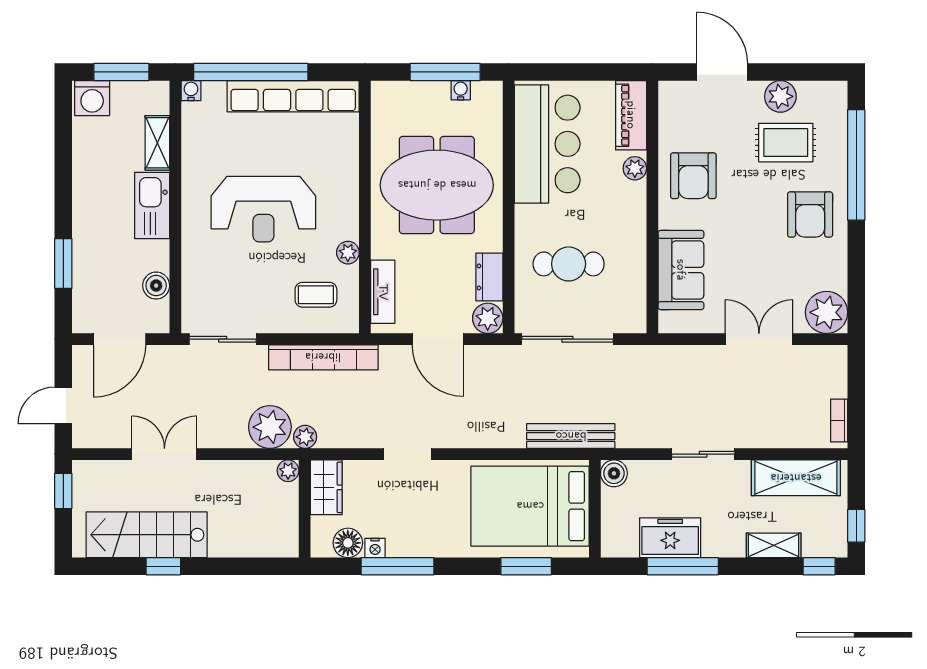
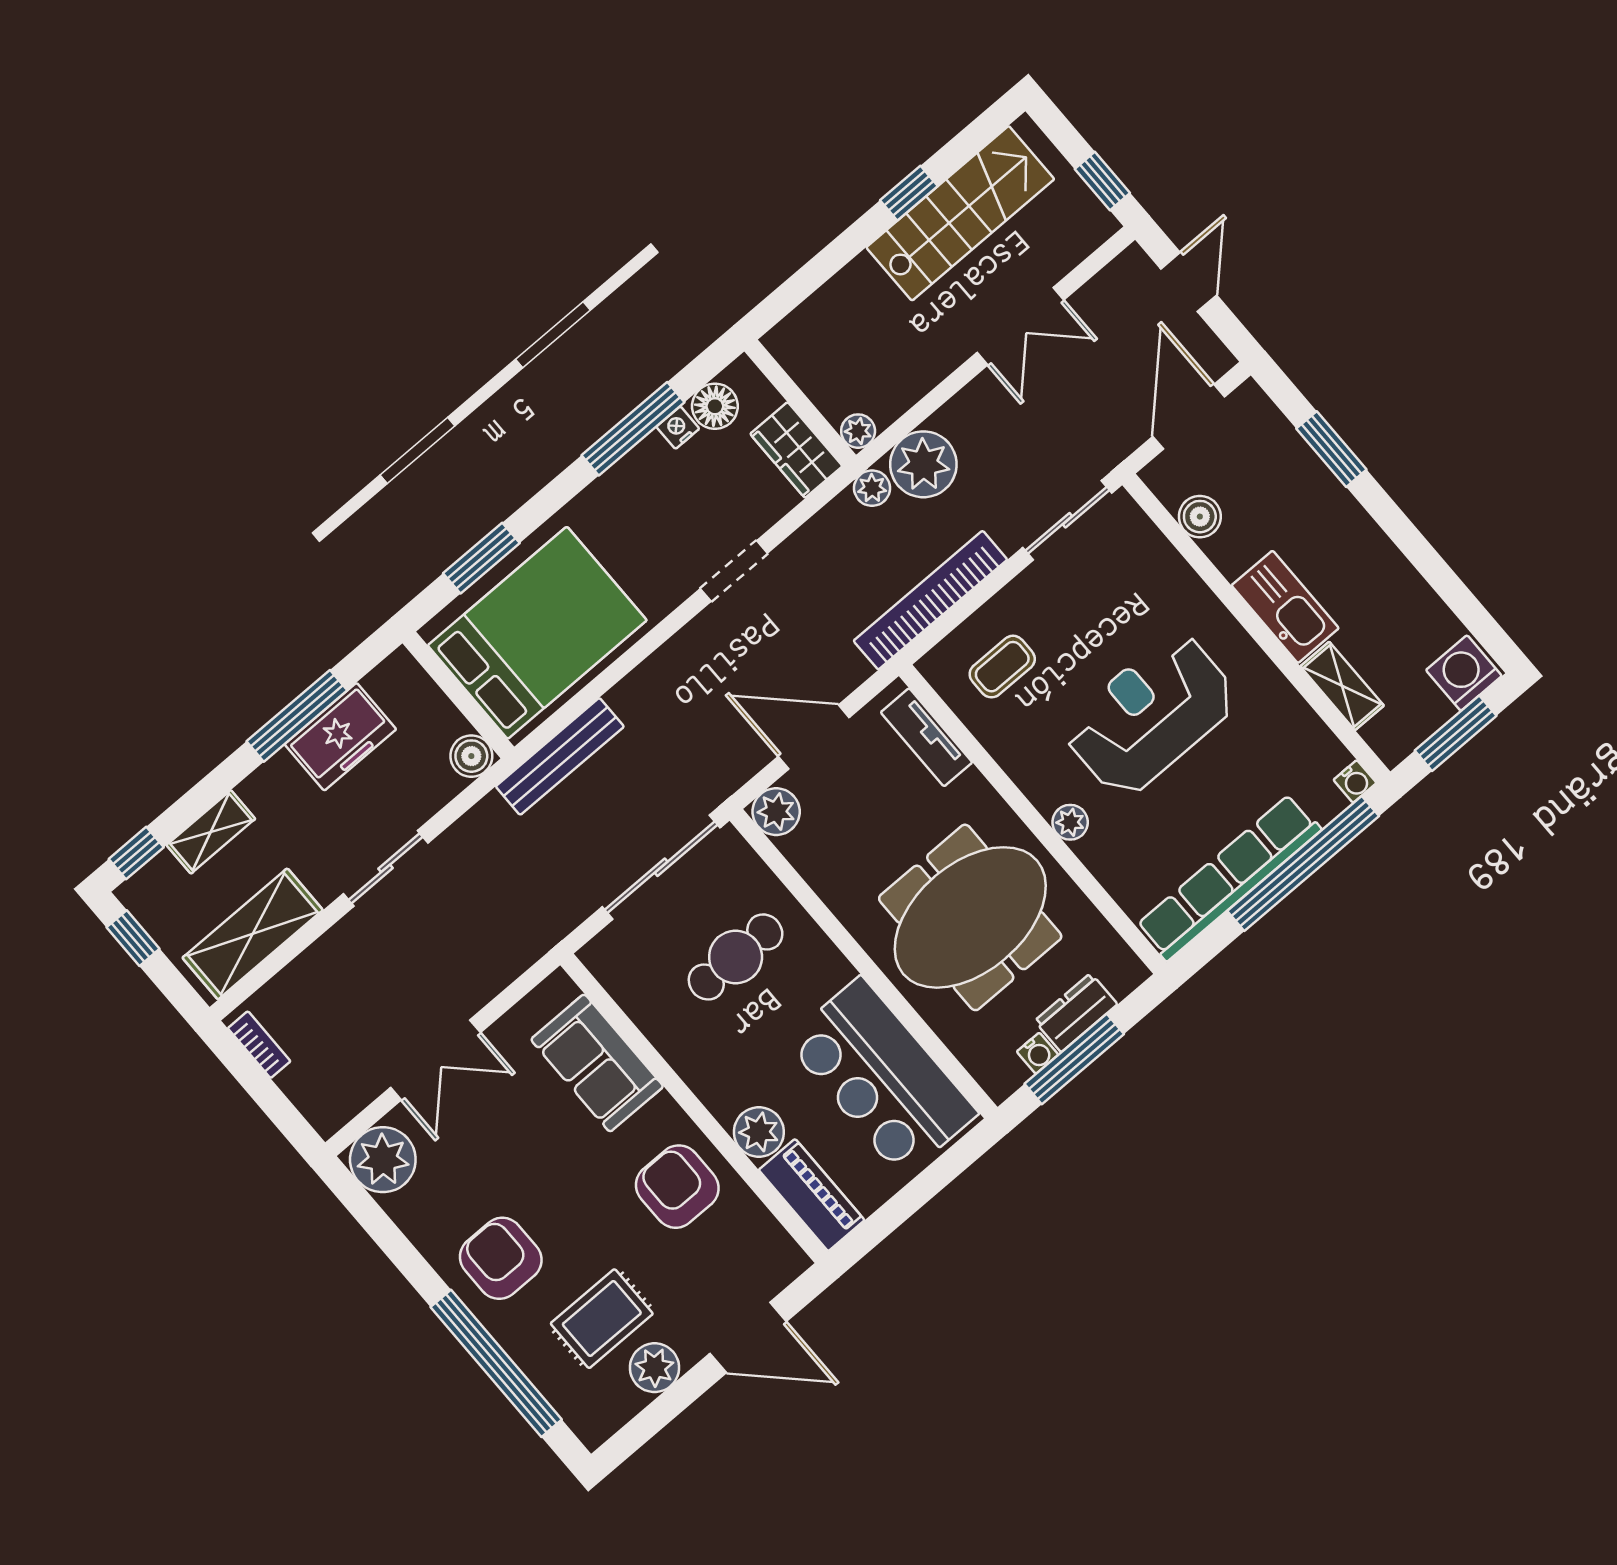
plant: (635, 168) -> (759, 1132), width x1.38, depth x1.38
plant: (348, 253) -> (1070, 822), moved
dresser: (489, 277) -> (1076, 1013), moved, turned -90

